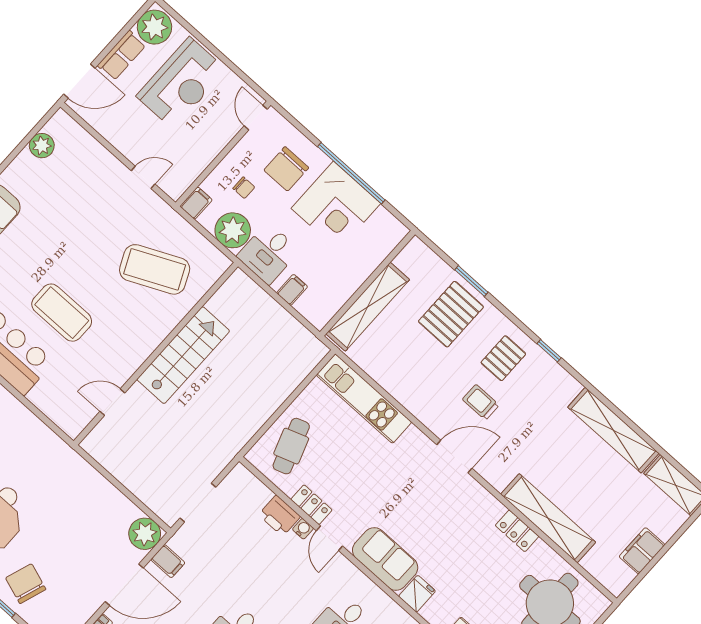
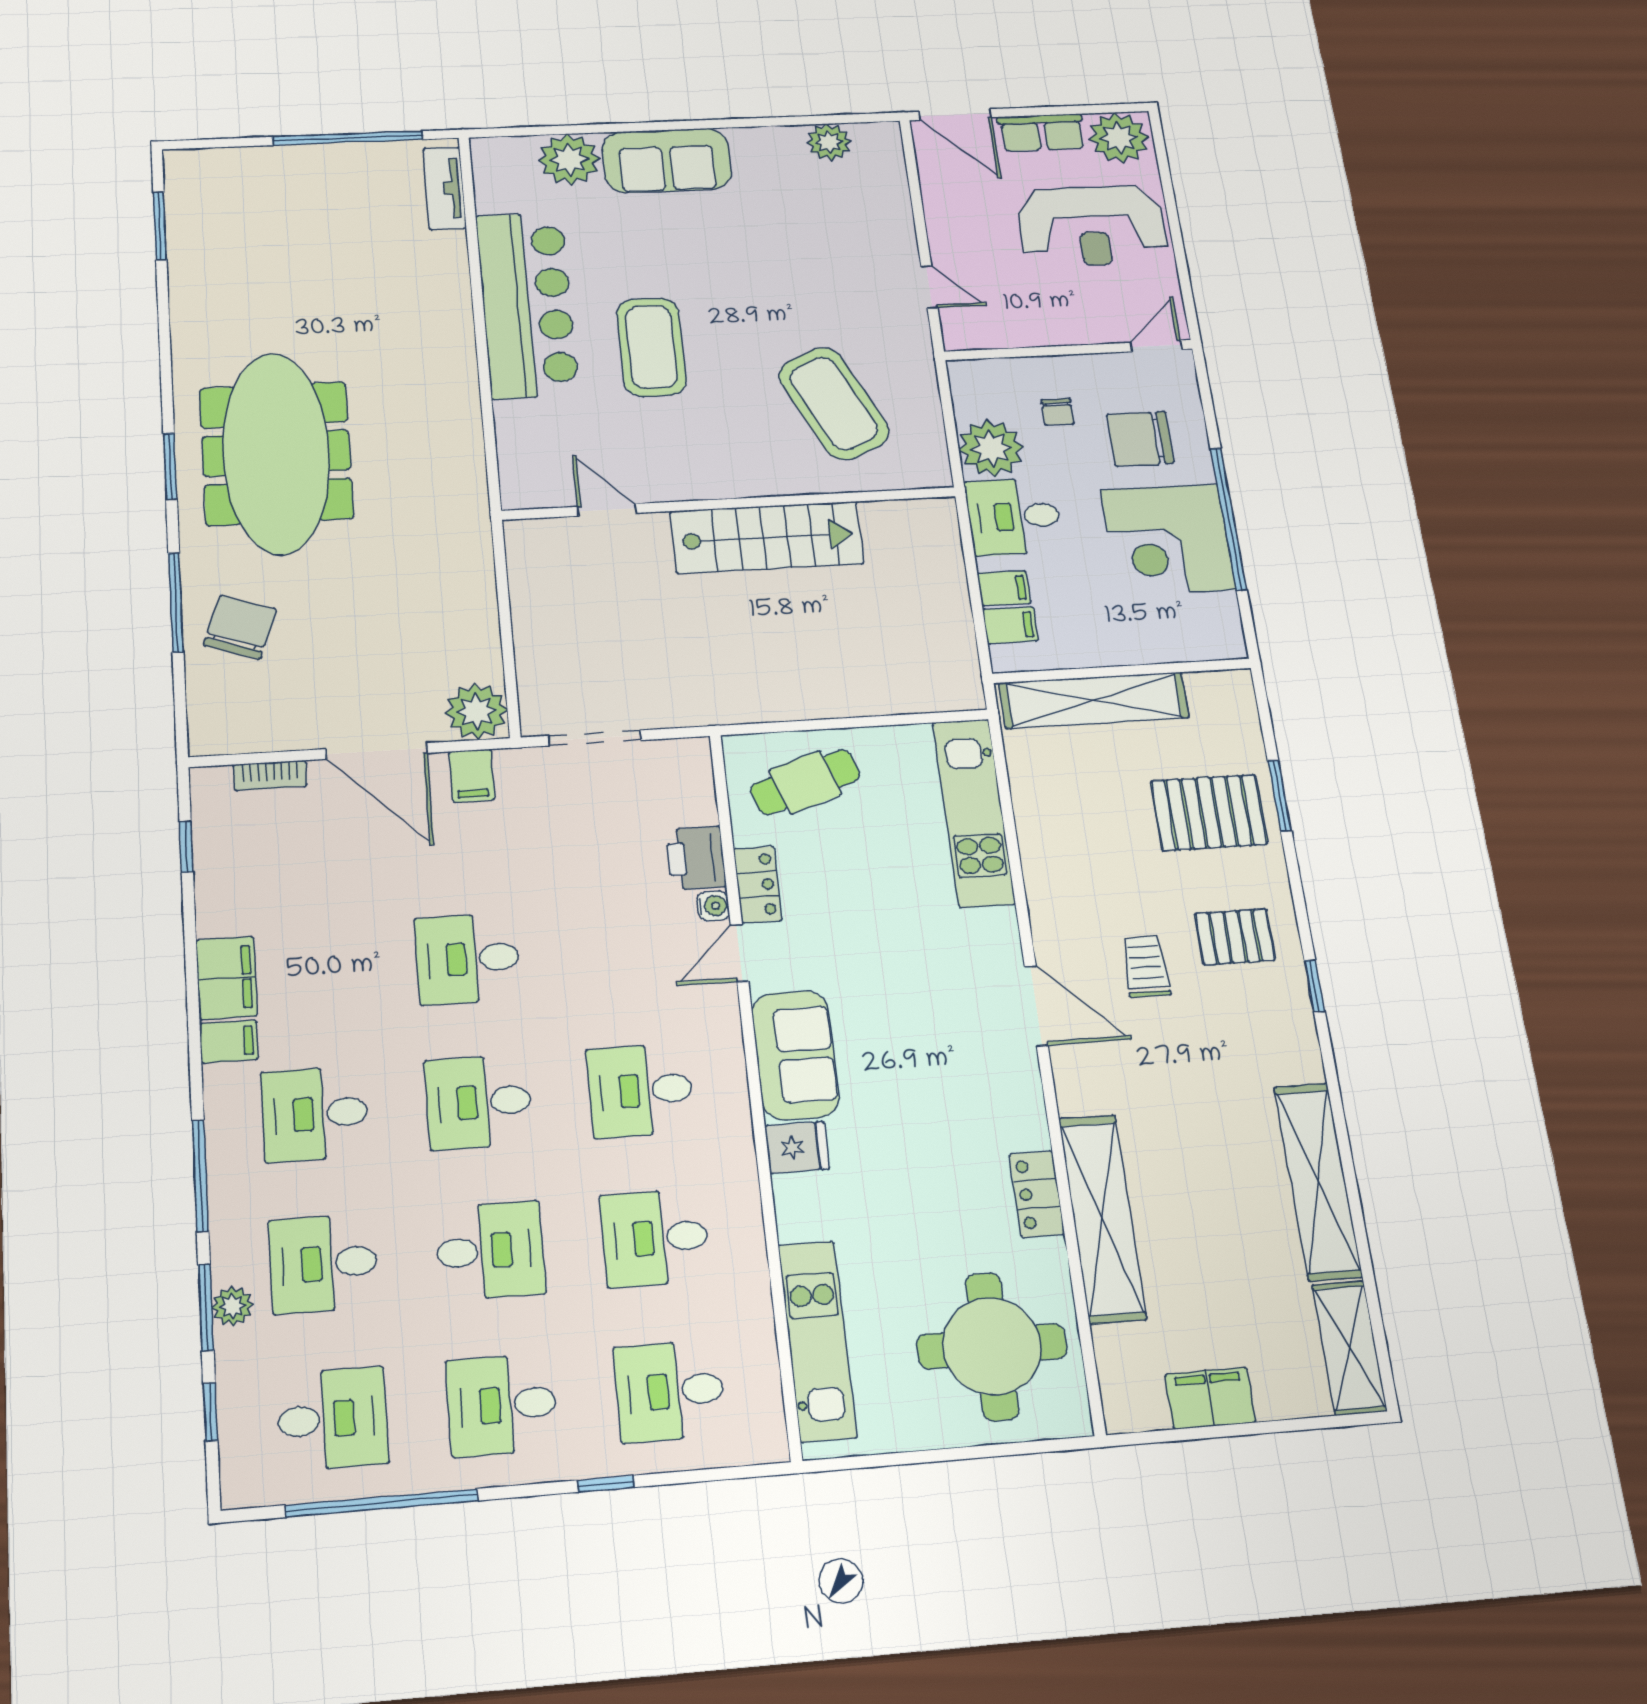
filing cabinet: (196, 203) -> (1010, 625), moved

